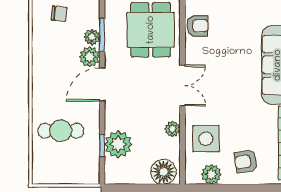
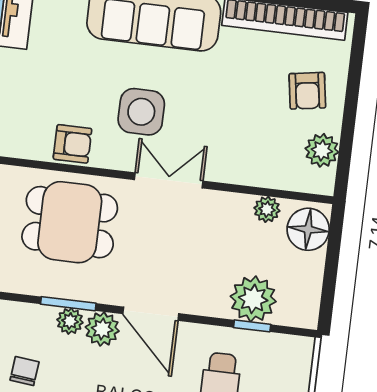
armchair: (197, 26) -> (73, 144), turned 90
plant: (172, 129) -> (267, 209), moved
side table: (206, 139) -> (141, 112), moved

